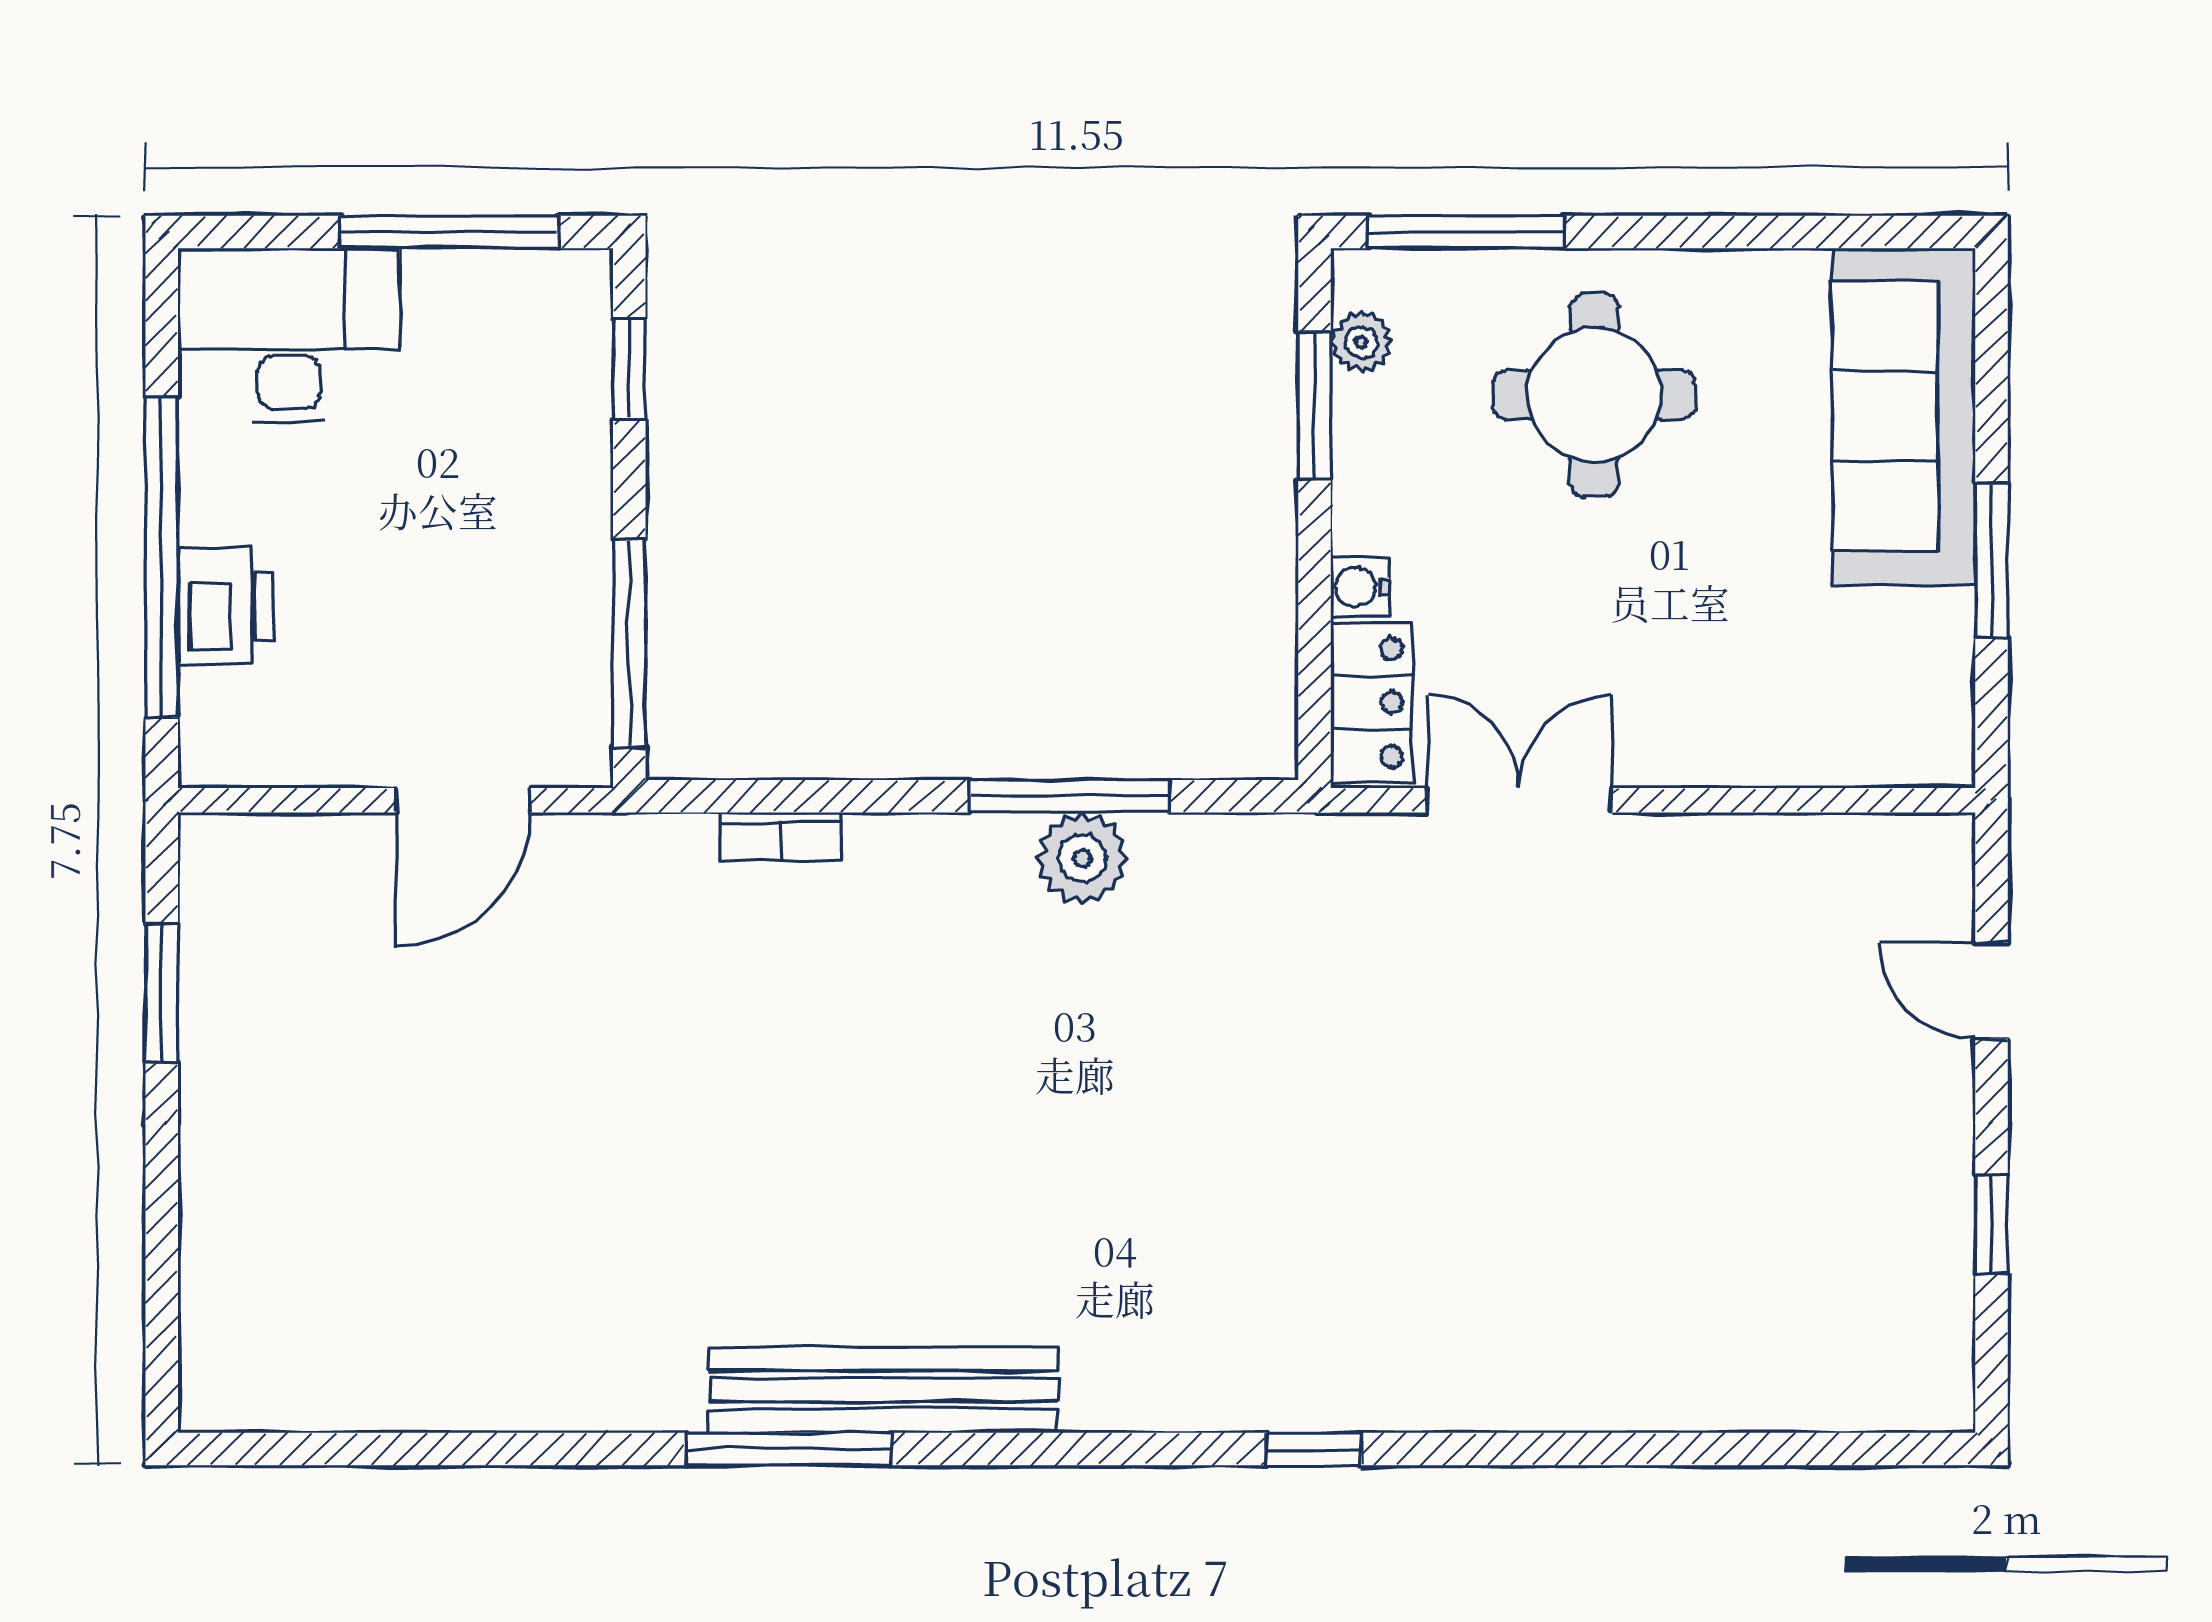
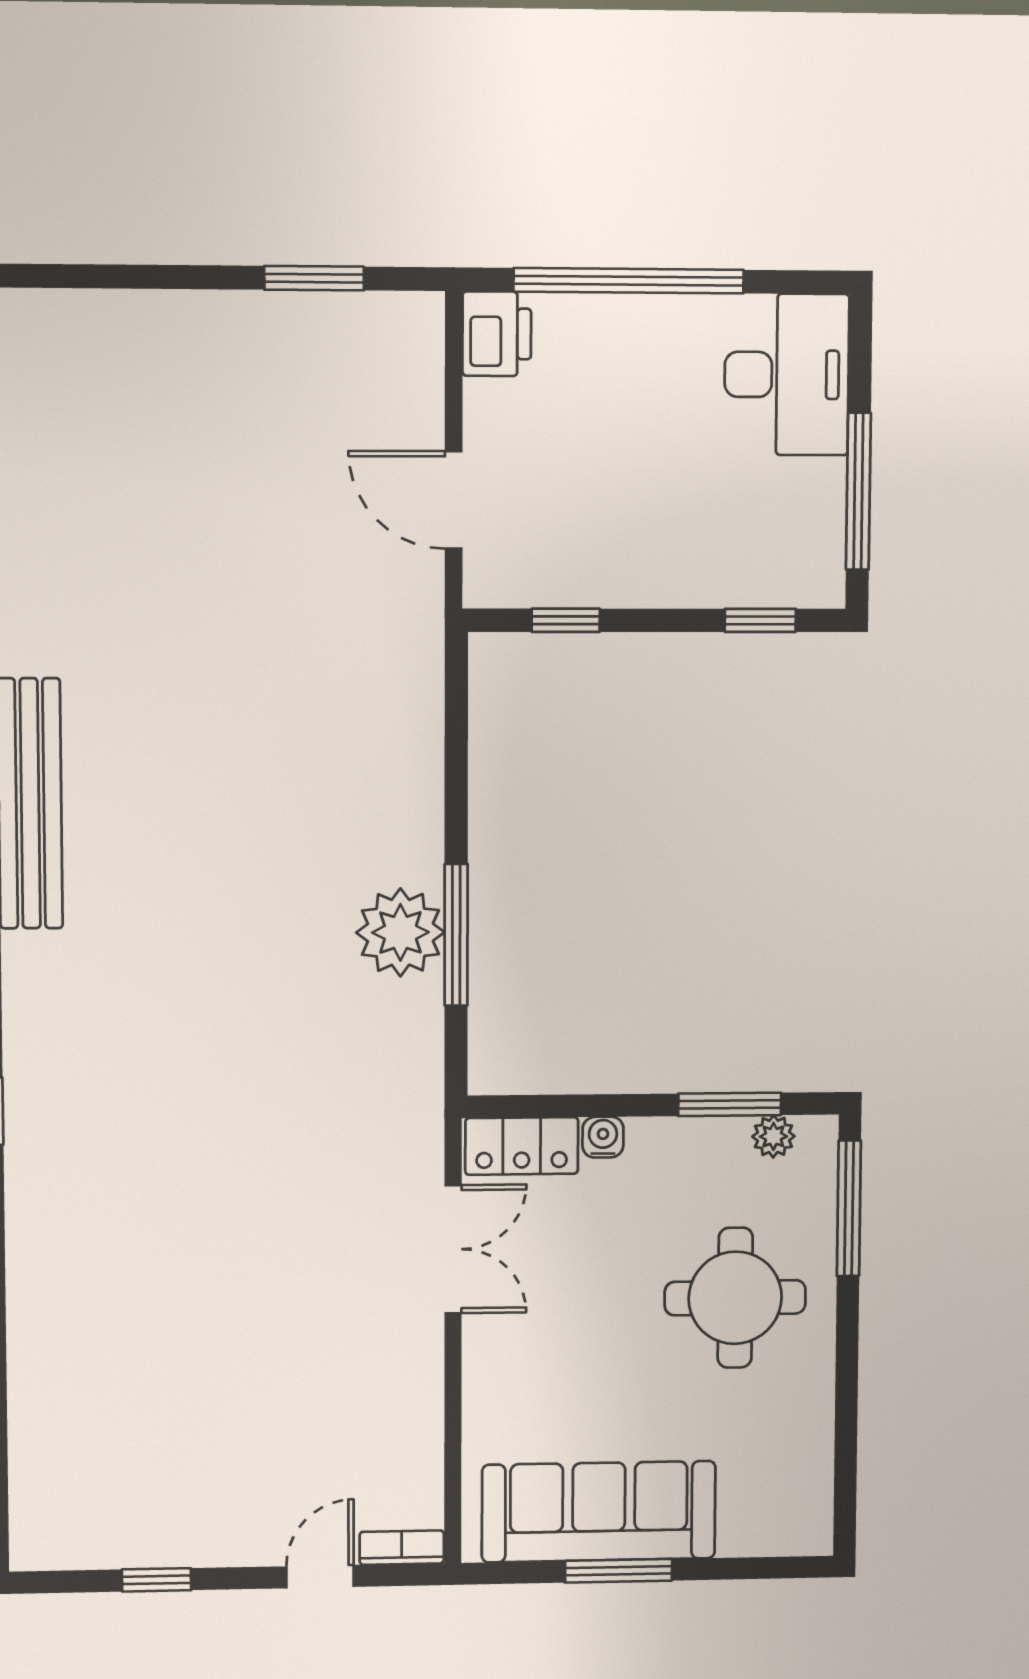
sofa: (1904, 417) -> (599, 1512), moved
printer: (225, 606) -> (497, 334), moved, turned -90
window: (629, 643) -> (566, 620), width x0.46
bookcase: (781, 836) -> (402, 1548), moved, turned 90
plant: (1082, 858) -> (400, 932), width x1.36, depth x1.36

